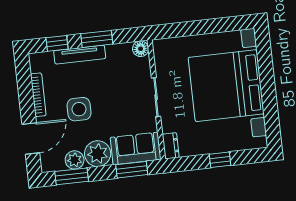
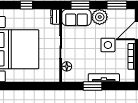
window: (57, 43) -> (117, 86), removed
floor lamp: (141, 49) -> (67, 66), moved
plant: (75, 160) -> (114, 15), removed

